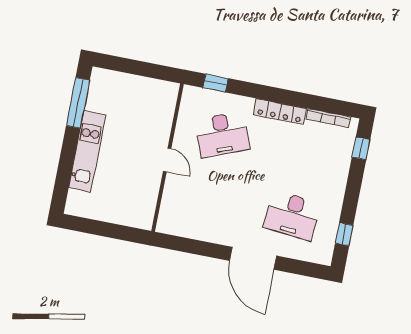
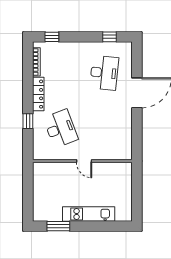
window: (216, 83) -> (28, 121), moved
window: (78, 103) -> (58, 226), width x0.69
door: (167, 160) -> (84, 161), swing flipped

